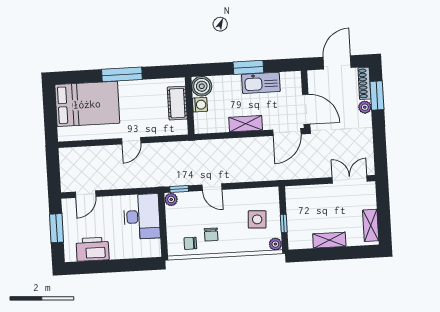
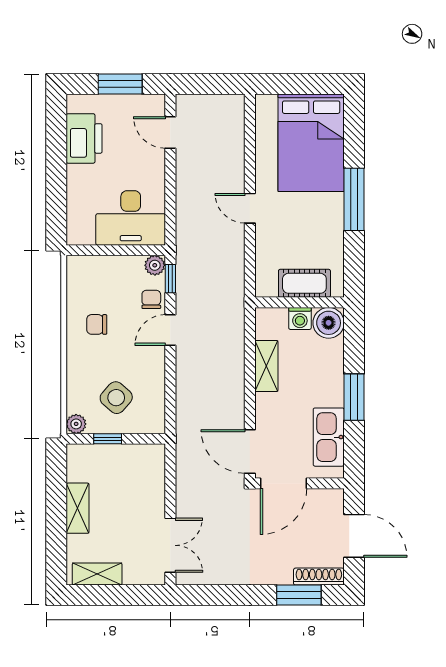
kitchen sink: (261, 83) -> (329, 437), moved
plant: (365, 107) -> (282, 575), removed
shelving: (246, 124) -> (266, 366), moved
side table: (257, 219) -> (116, 398), turned 38
chair: (190, 243) -> (151, 299), moved

